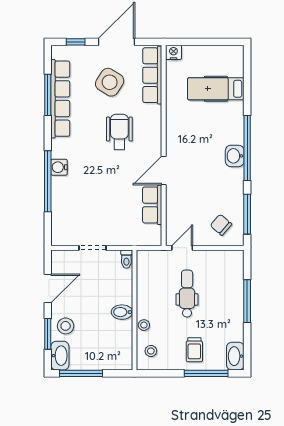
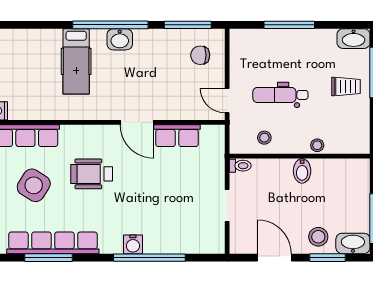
hospital bed: (216, 89) -> (76, 61), moved
chair: (221, 225) -> (200, 55), turned 49
stool: (151, 351) -> (264, 138), moved

